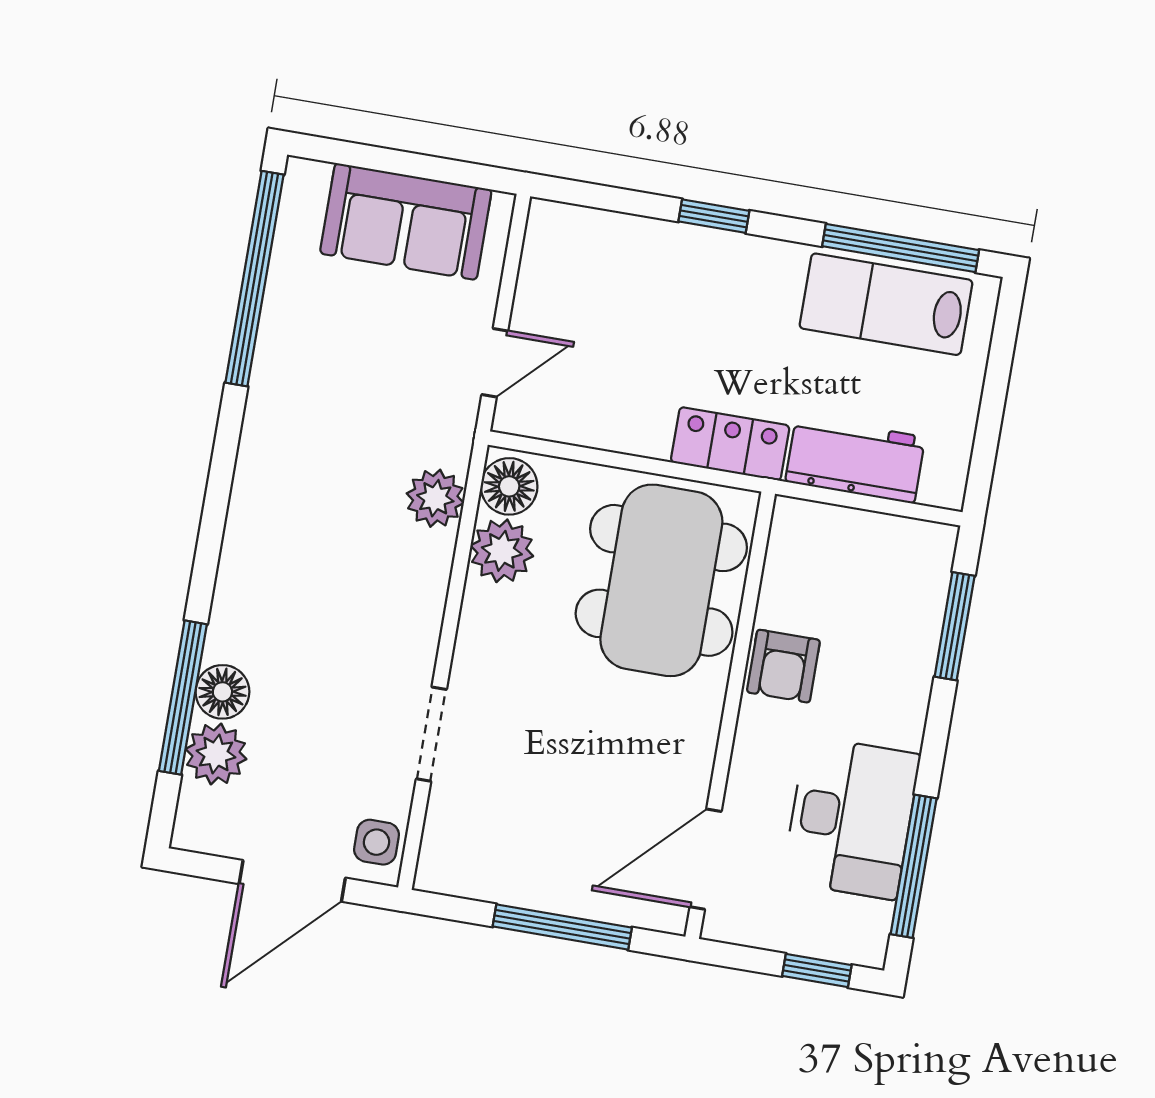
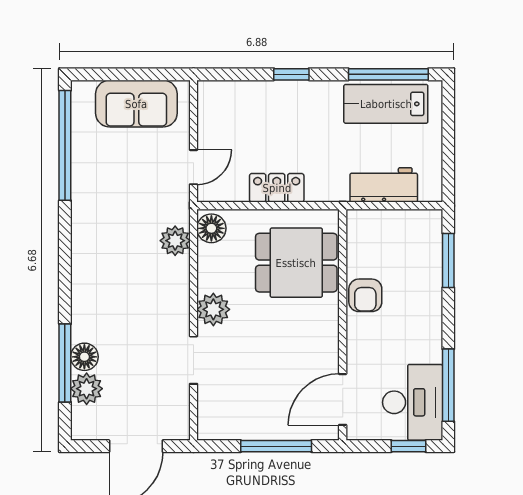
locker: (730, 444) -> (277, 188), moved
plant: (502, 551) -> (213, 309), moved
dining table: (661, 580) -> (296, 263), width x0.73
desk: (851, 818) -> (413, 402), moved
side table: (376, 842) -> (175, 419), removed

